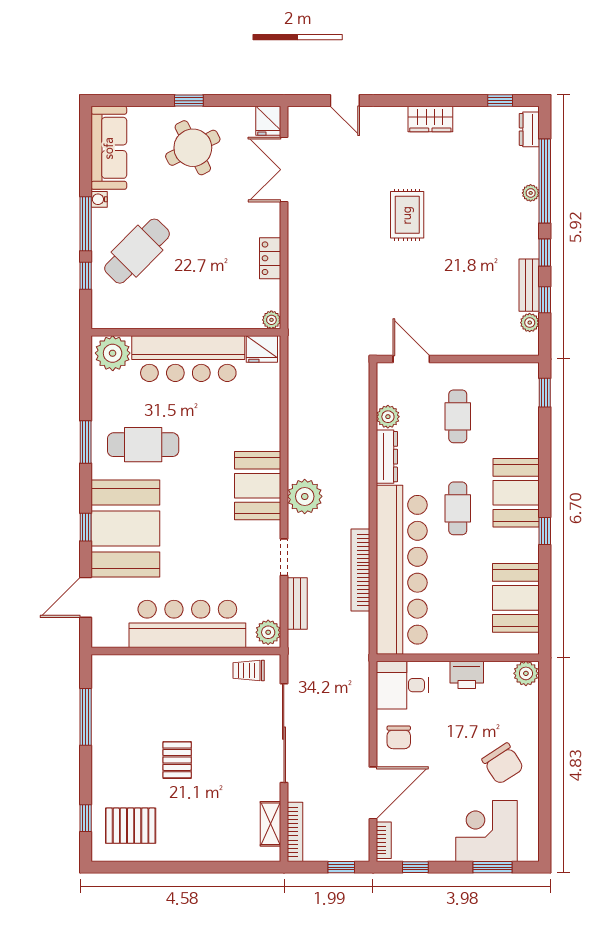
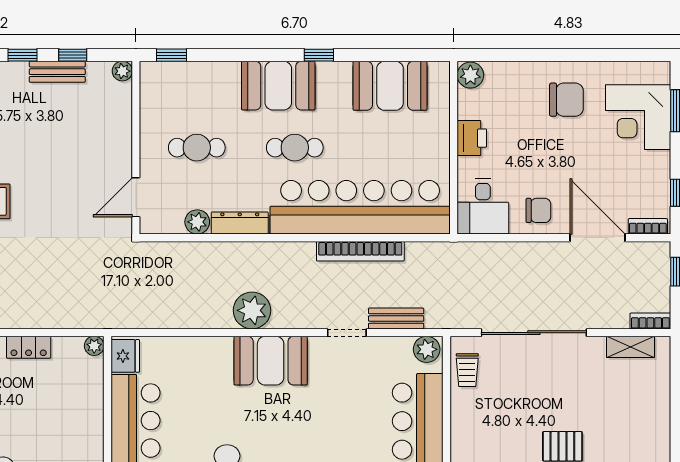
plant: (530, 323) -> (122, 71), moved
plant: (305, 496) -> (252, 310), moved
chair: (503, 764) -> (566, 100), turned 33
bookcase: (295, 832) -> (650, 321), width x0.64

